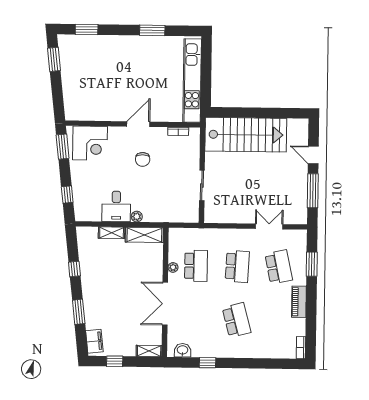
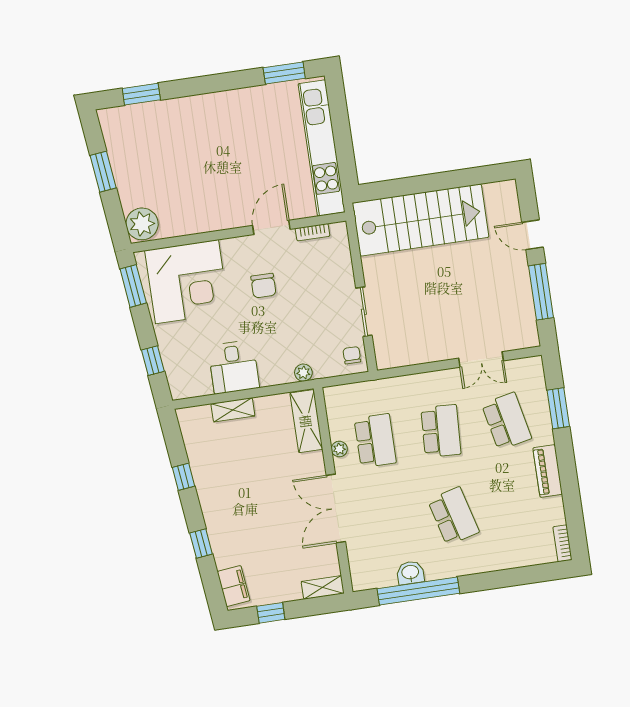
window: (152, 30) -> (284, 73), moved
window: (54, 59) -> (103, 172), moved
plant: (74, 109) -> (142, 224), added
door: (138, 124) -> (271, 227), moved
corner desk: (90, 143) -> (187, 282), width x1.36, depth x1.36
chair: (190, 211) -> (352, 355), added
plant: (137, 217) -> (303, 373), moved
double door: (269, 226) -> (481, 359), swing flipped
shelving: (144, 235) -> (306, 421), moved, turned 90
window: (79, 312) -> (201, 543), width x0.67
washbasin: (183, 350) -> (410, 573), moved
window: (208, 363) -> (418, 591), width x3.17

